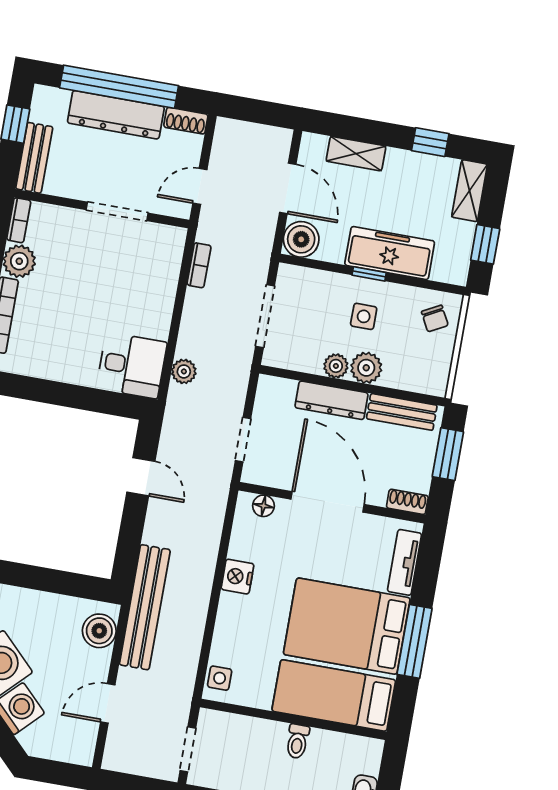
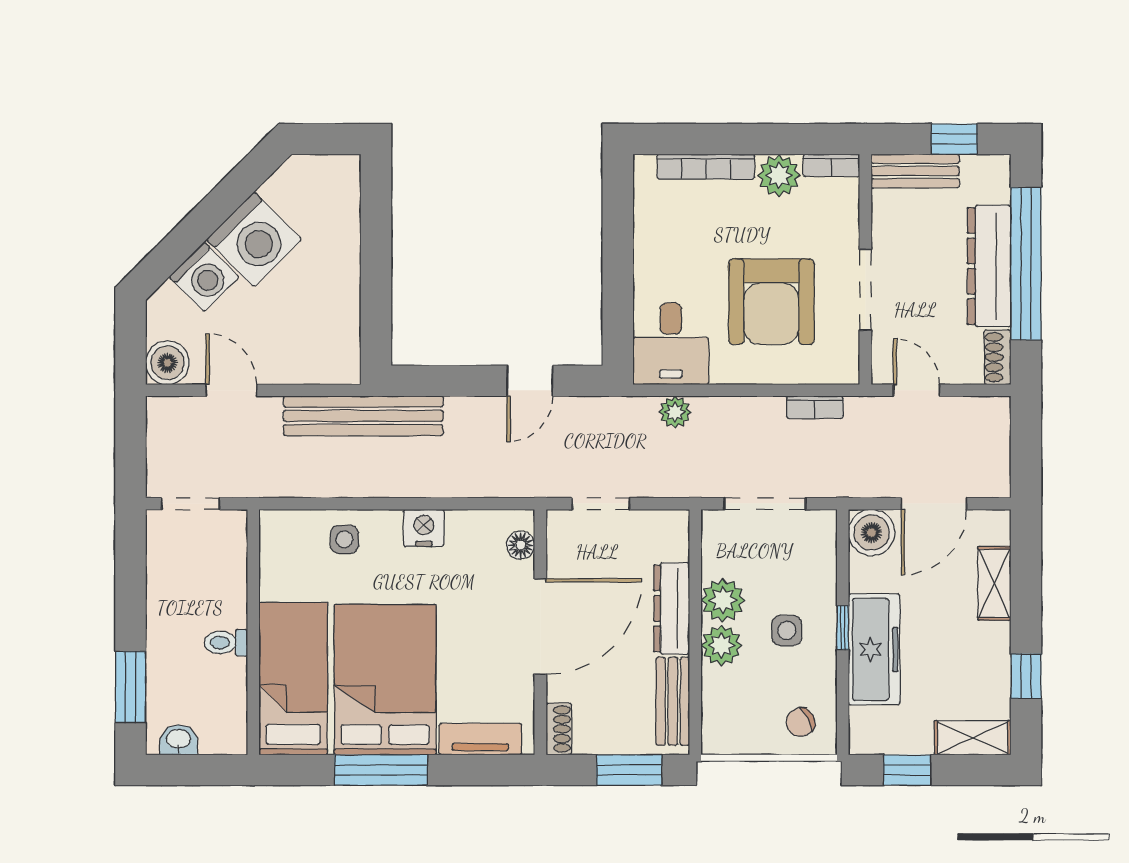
armchair: (114, 284) -> (771, 302), added
plant: (336, 366) -> (723, 600), width x1.38, depth x1.38
boiler: (99, 631) -> (167, 363), moved
side table: (220, 678) -> (344, 539), moved

